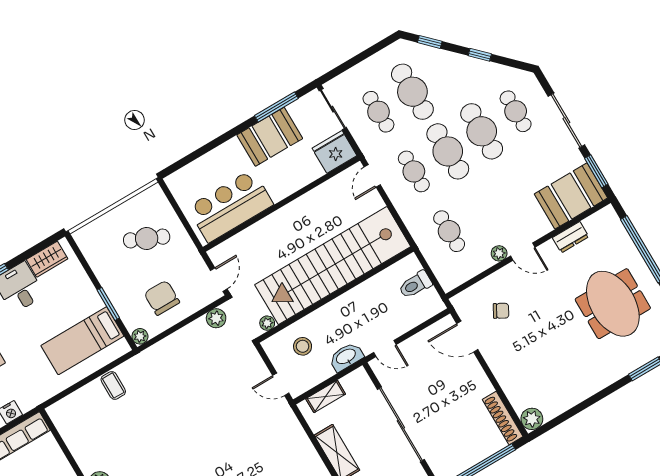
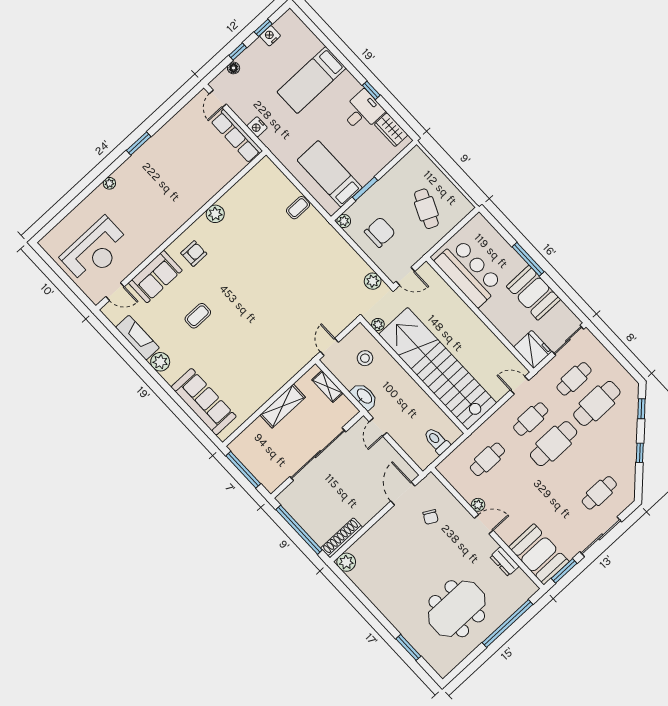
window: (276, 107) -> (528, 259), moved
cafe table: (482, 131) -> (576, 468), removed
door: (523, 252) -> (484, 524), swing flipped

